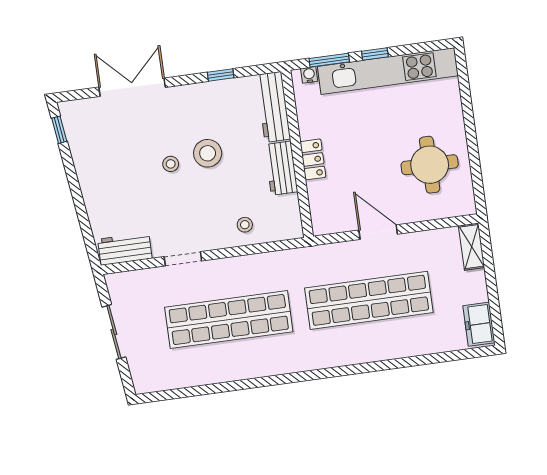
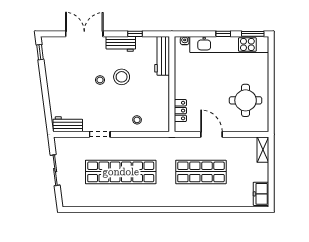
window: (329, 60) -> (253, 34), moved
locker: (313, 159) -> (180, 111), moved
workbench: (281, 168) -> (121, 44), moved, turned -90
shop shelf: (369, 300) -> (201, 172), width x0.71

